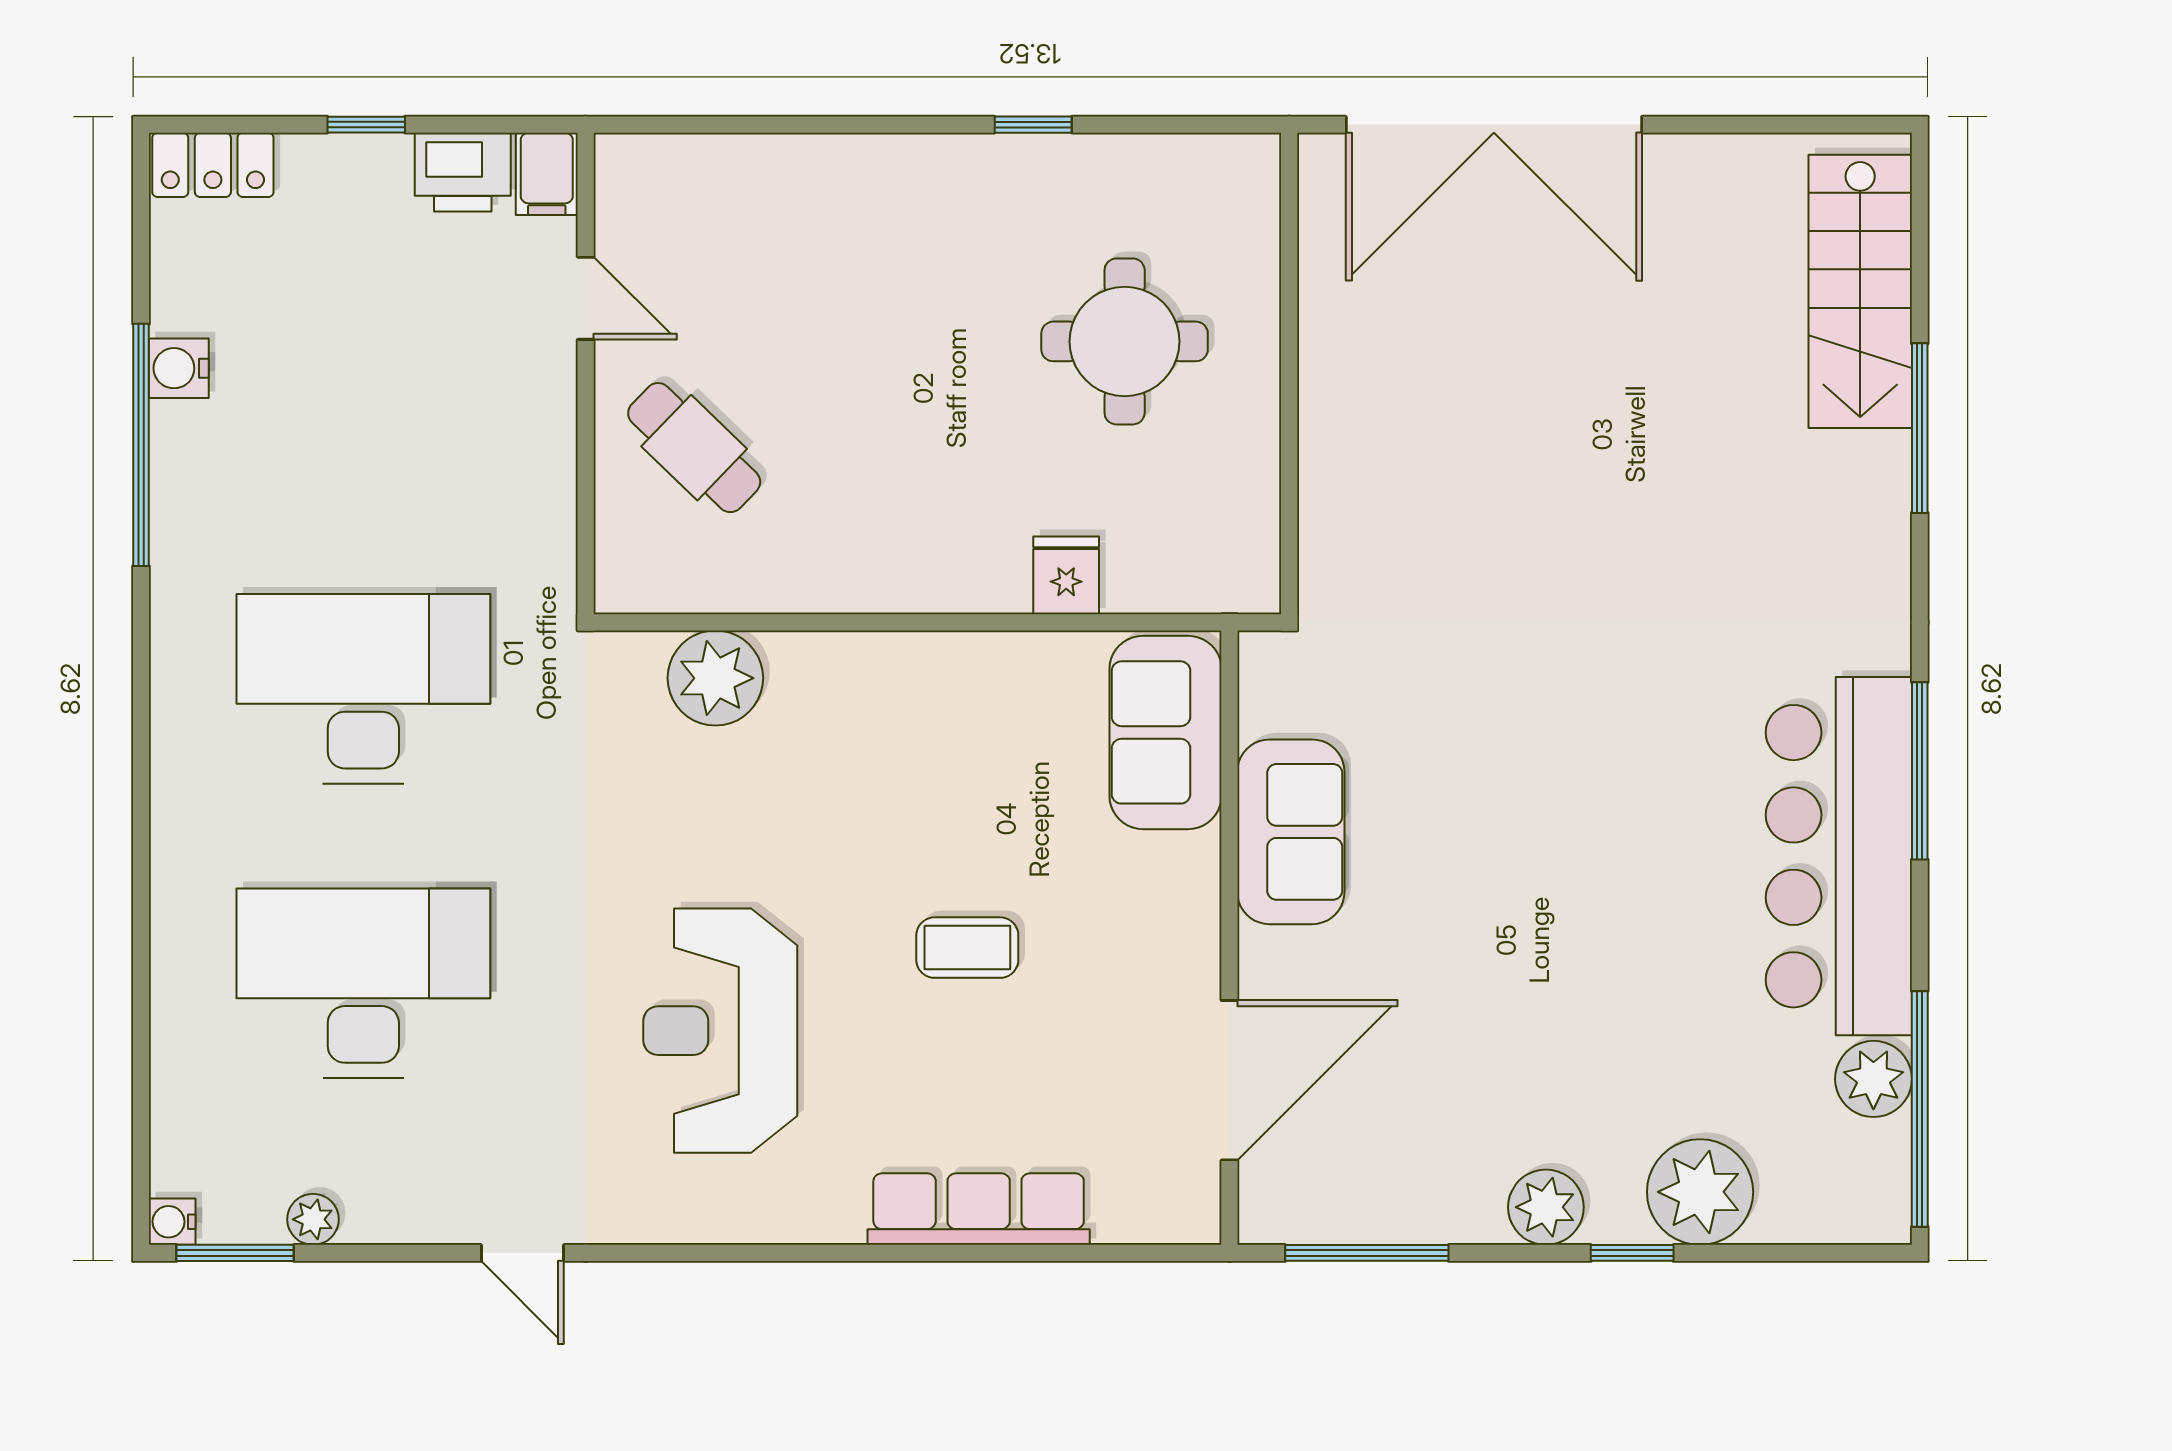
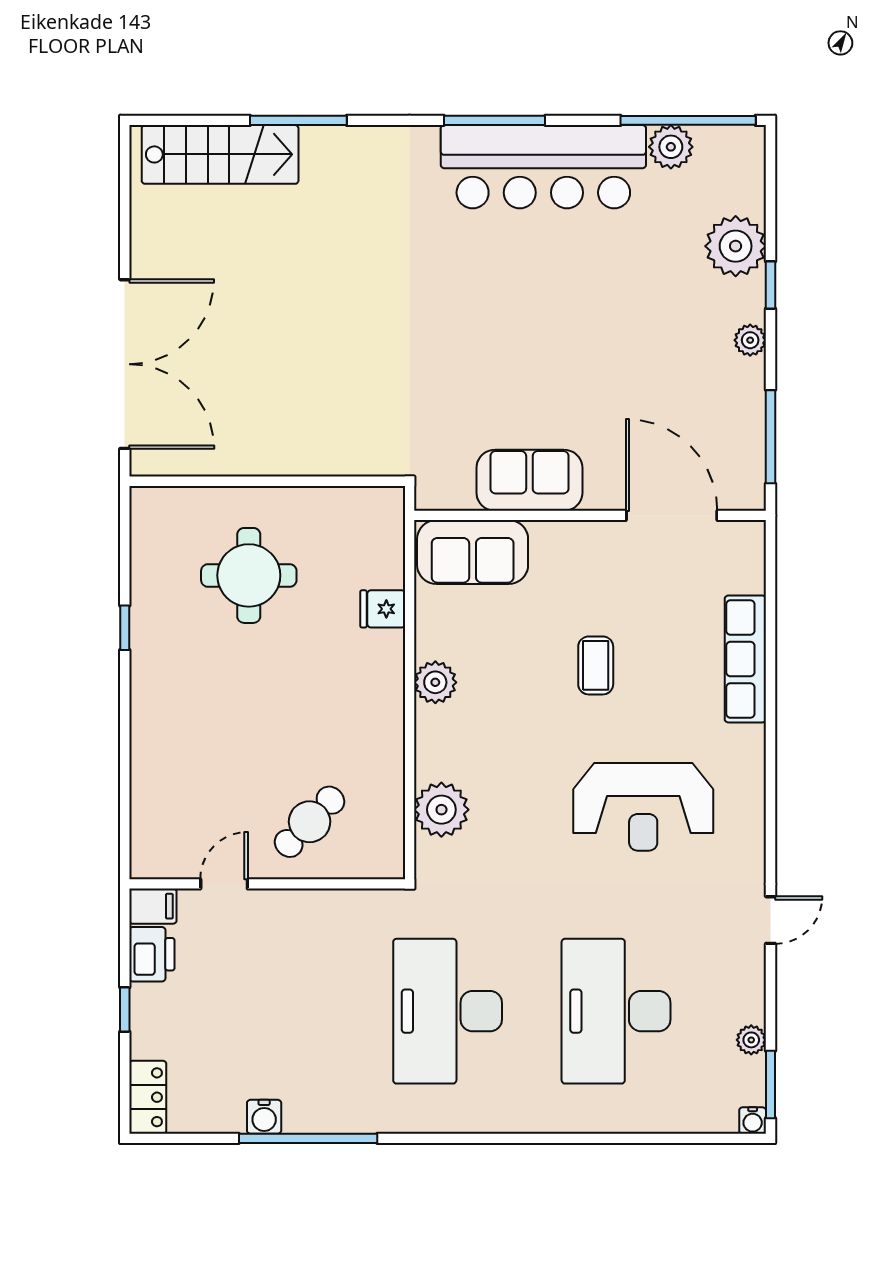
plant: (938, 667) -> (435, 682), added
plant: (1546, 1207) -> (750, 340), width x0.73, depth x0.73

